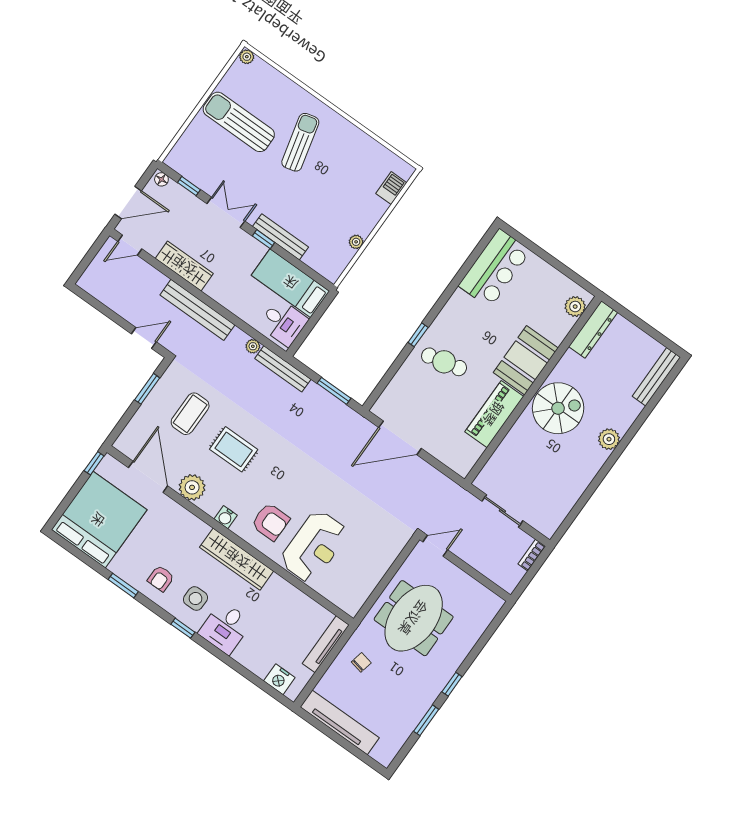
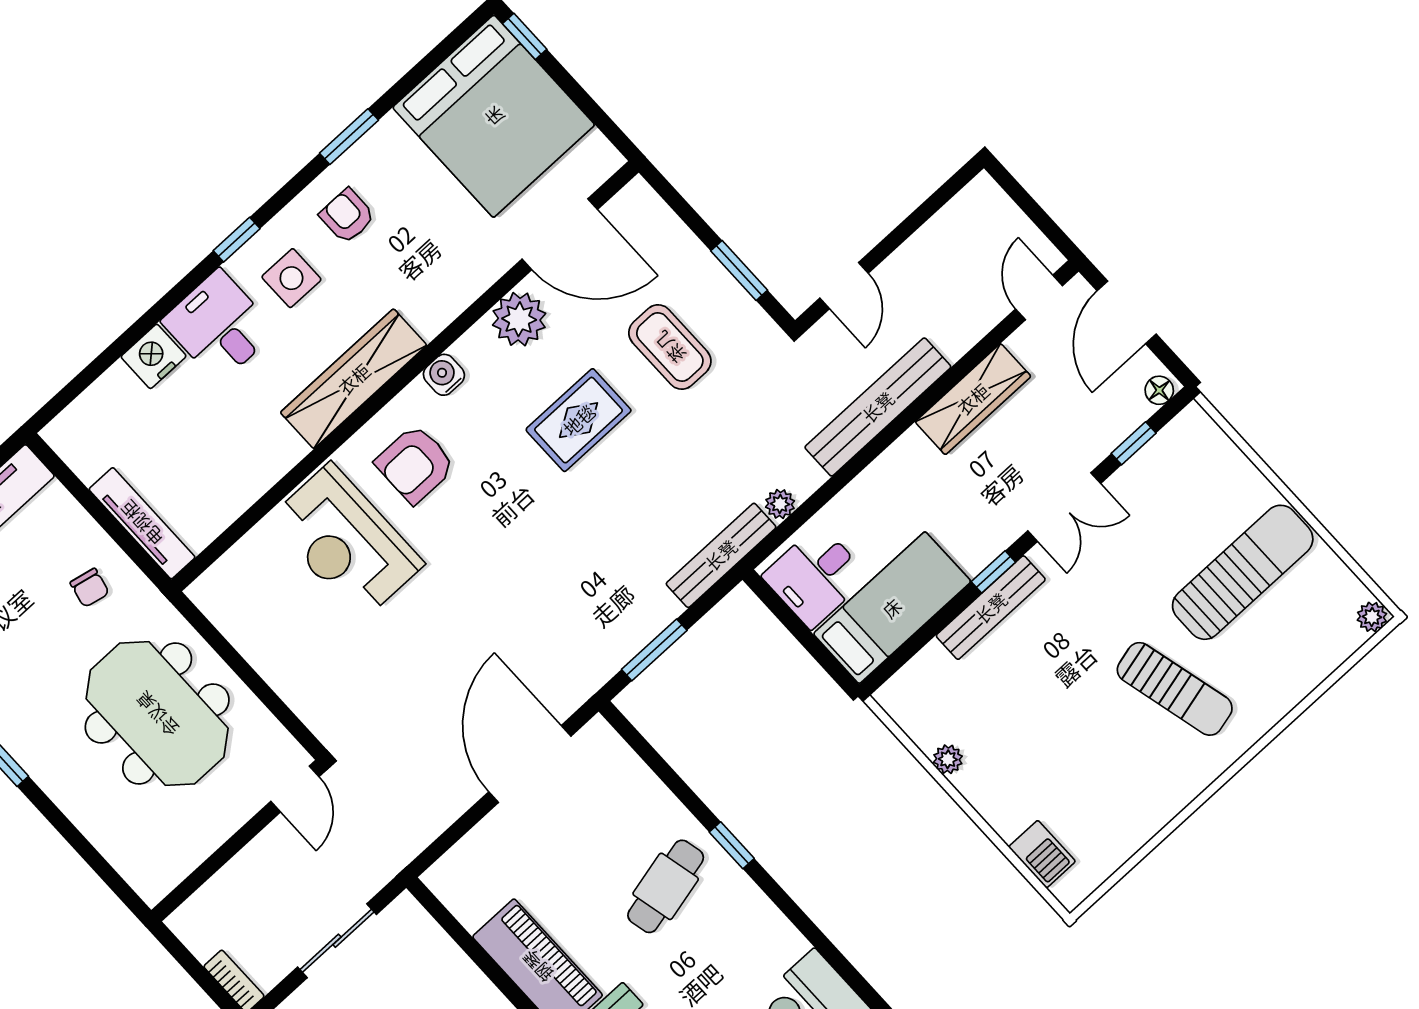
window: (94, 463) -> (525, 36), moved
nightstand: (279, 679) -> (154, 356), moved

